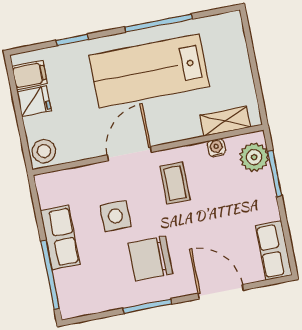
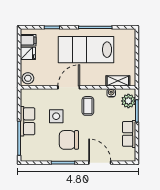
row of seats: (274, 250) -> (129, 134), moved

